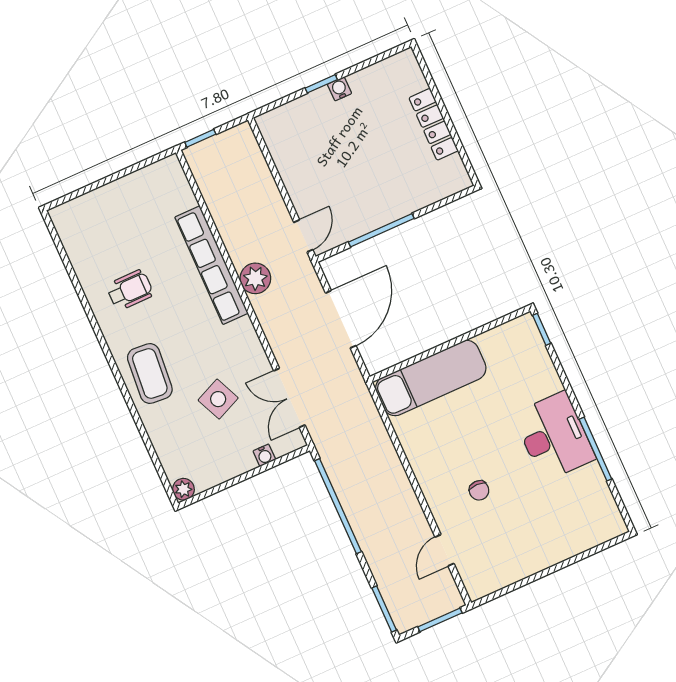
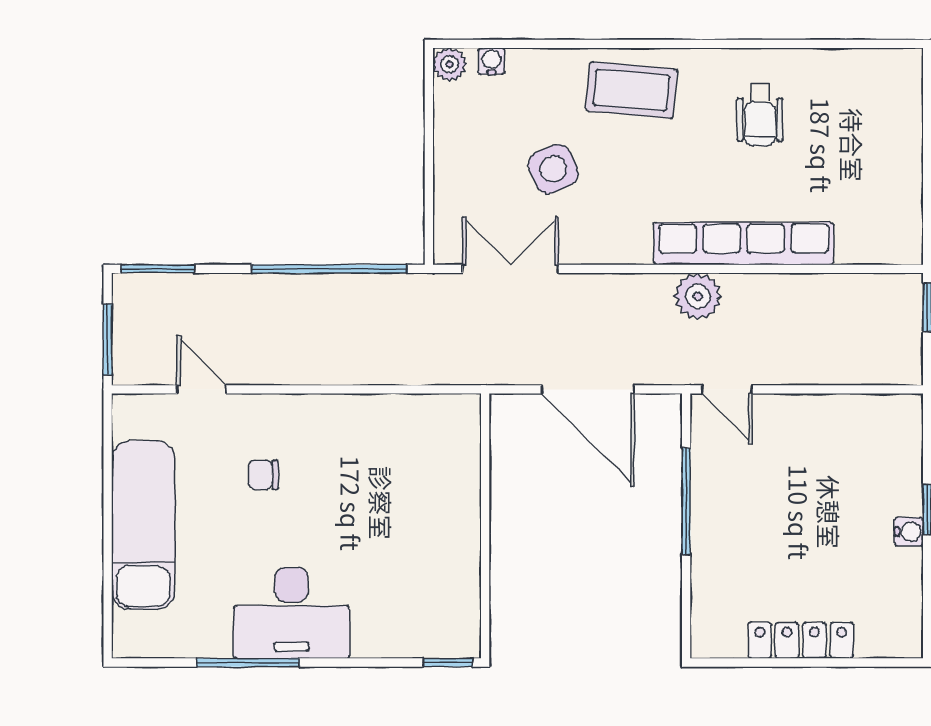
exam couch: (431, 378) -> (143, 525), moved, turned 180
water cooler: (264, 455) -> (491, 61), moved, turned 90

